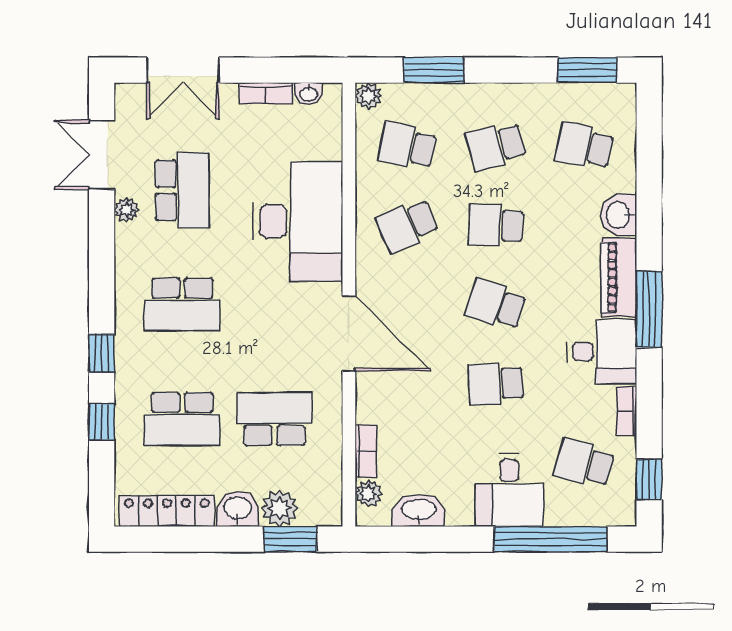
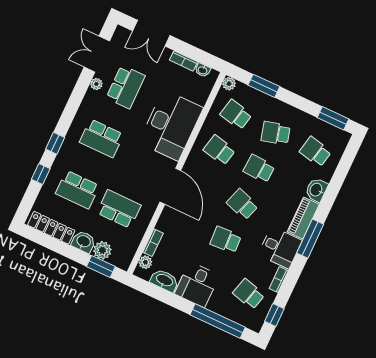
school desk: (407, 225) -> (219, 150), turned 36
desk: (509, 490) -> (197, 285), moved

